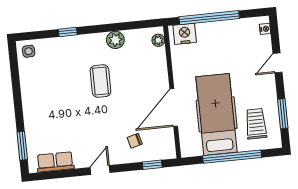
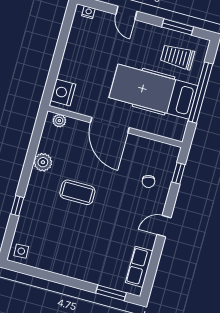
window: (209, 18) -> (56, 63), removed
door: (174, 108) -> (110, 125), moved
door: (100, 170) -> (164, 226), hinge flipped

